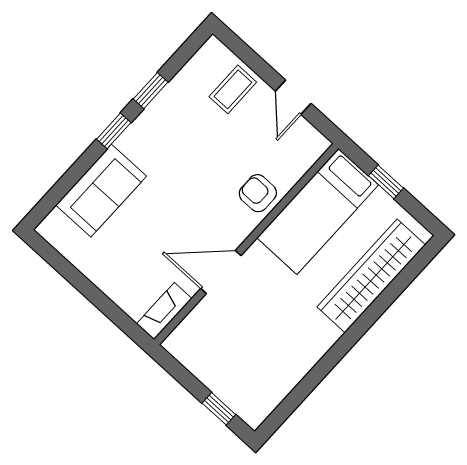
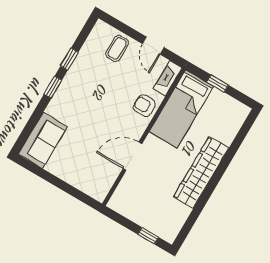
sofa: (101, 191) -> (43, 140), moved
wardrobe: (371, 276) -> (201, 173), moved
fireplace: (164, 311) -> (168, 78), moved

